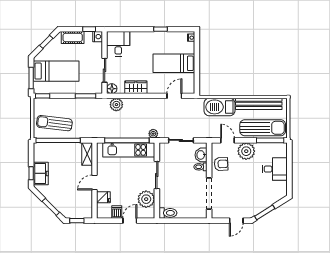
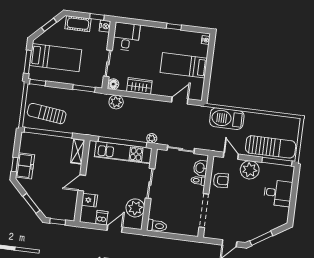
bench: (259, 104) -> (270, 121), removed

